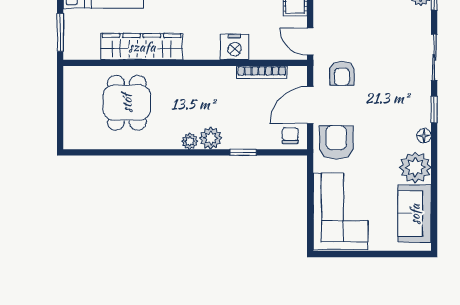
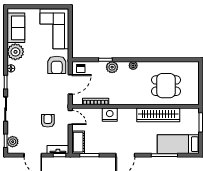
armchair: (342, 73) -> (48, 121), moved
dining table: (127, 103) -> (166, 86), turned 90
plant: (211, 138) -> (112, 67), moved

